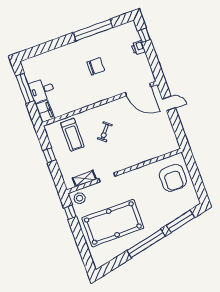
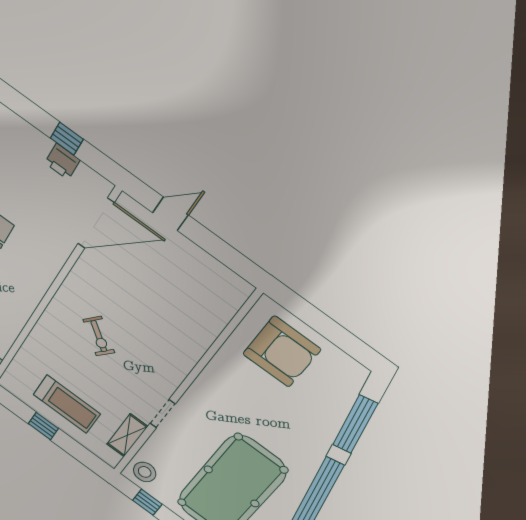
window: (144, 35) -> (67, 139), moved
printer: (138, 48) -> (62, 161), moved
treadmill: (72, 135) -> (67, 404), moved

